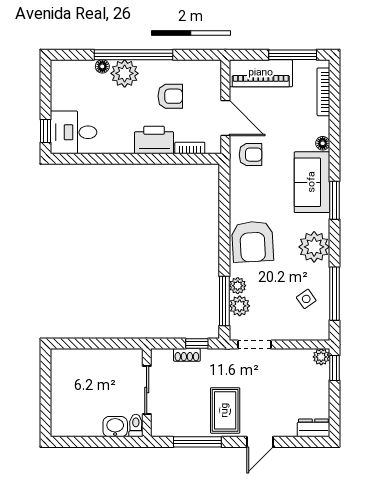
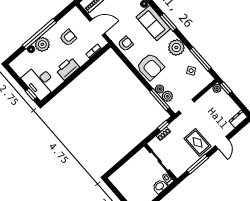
desk: (74, 132) -> (40, 82), width x1.37
printer: (154, 140) -> (68, 68), moved
armchair: (250, 155) -> (126, 44), moved

